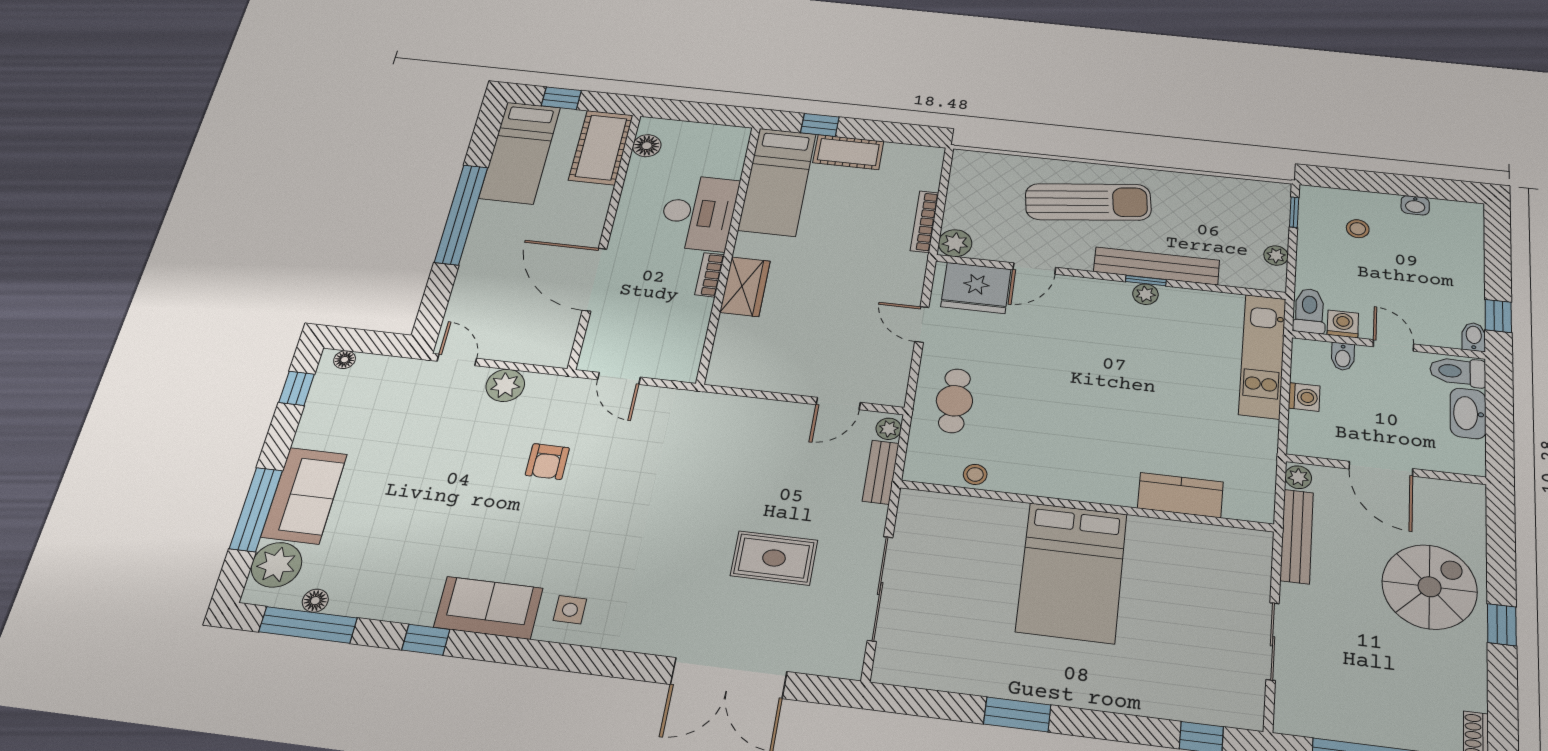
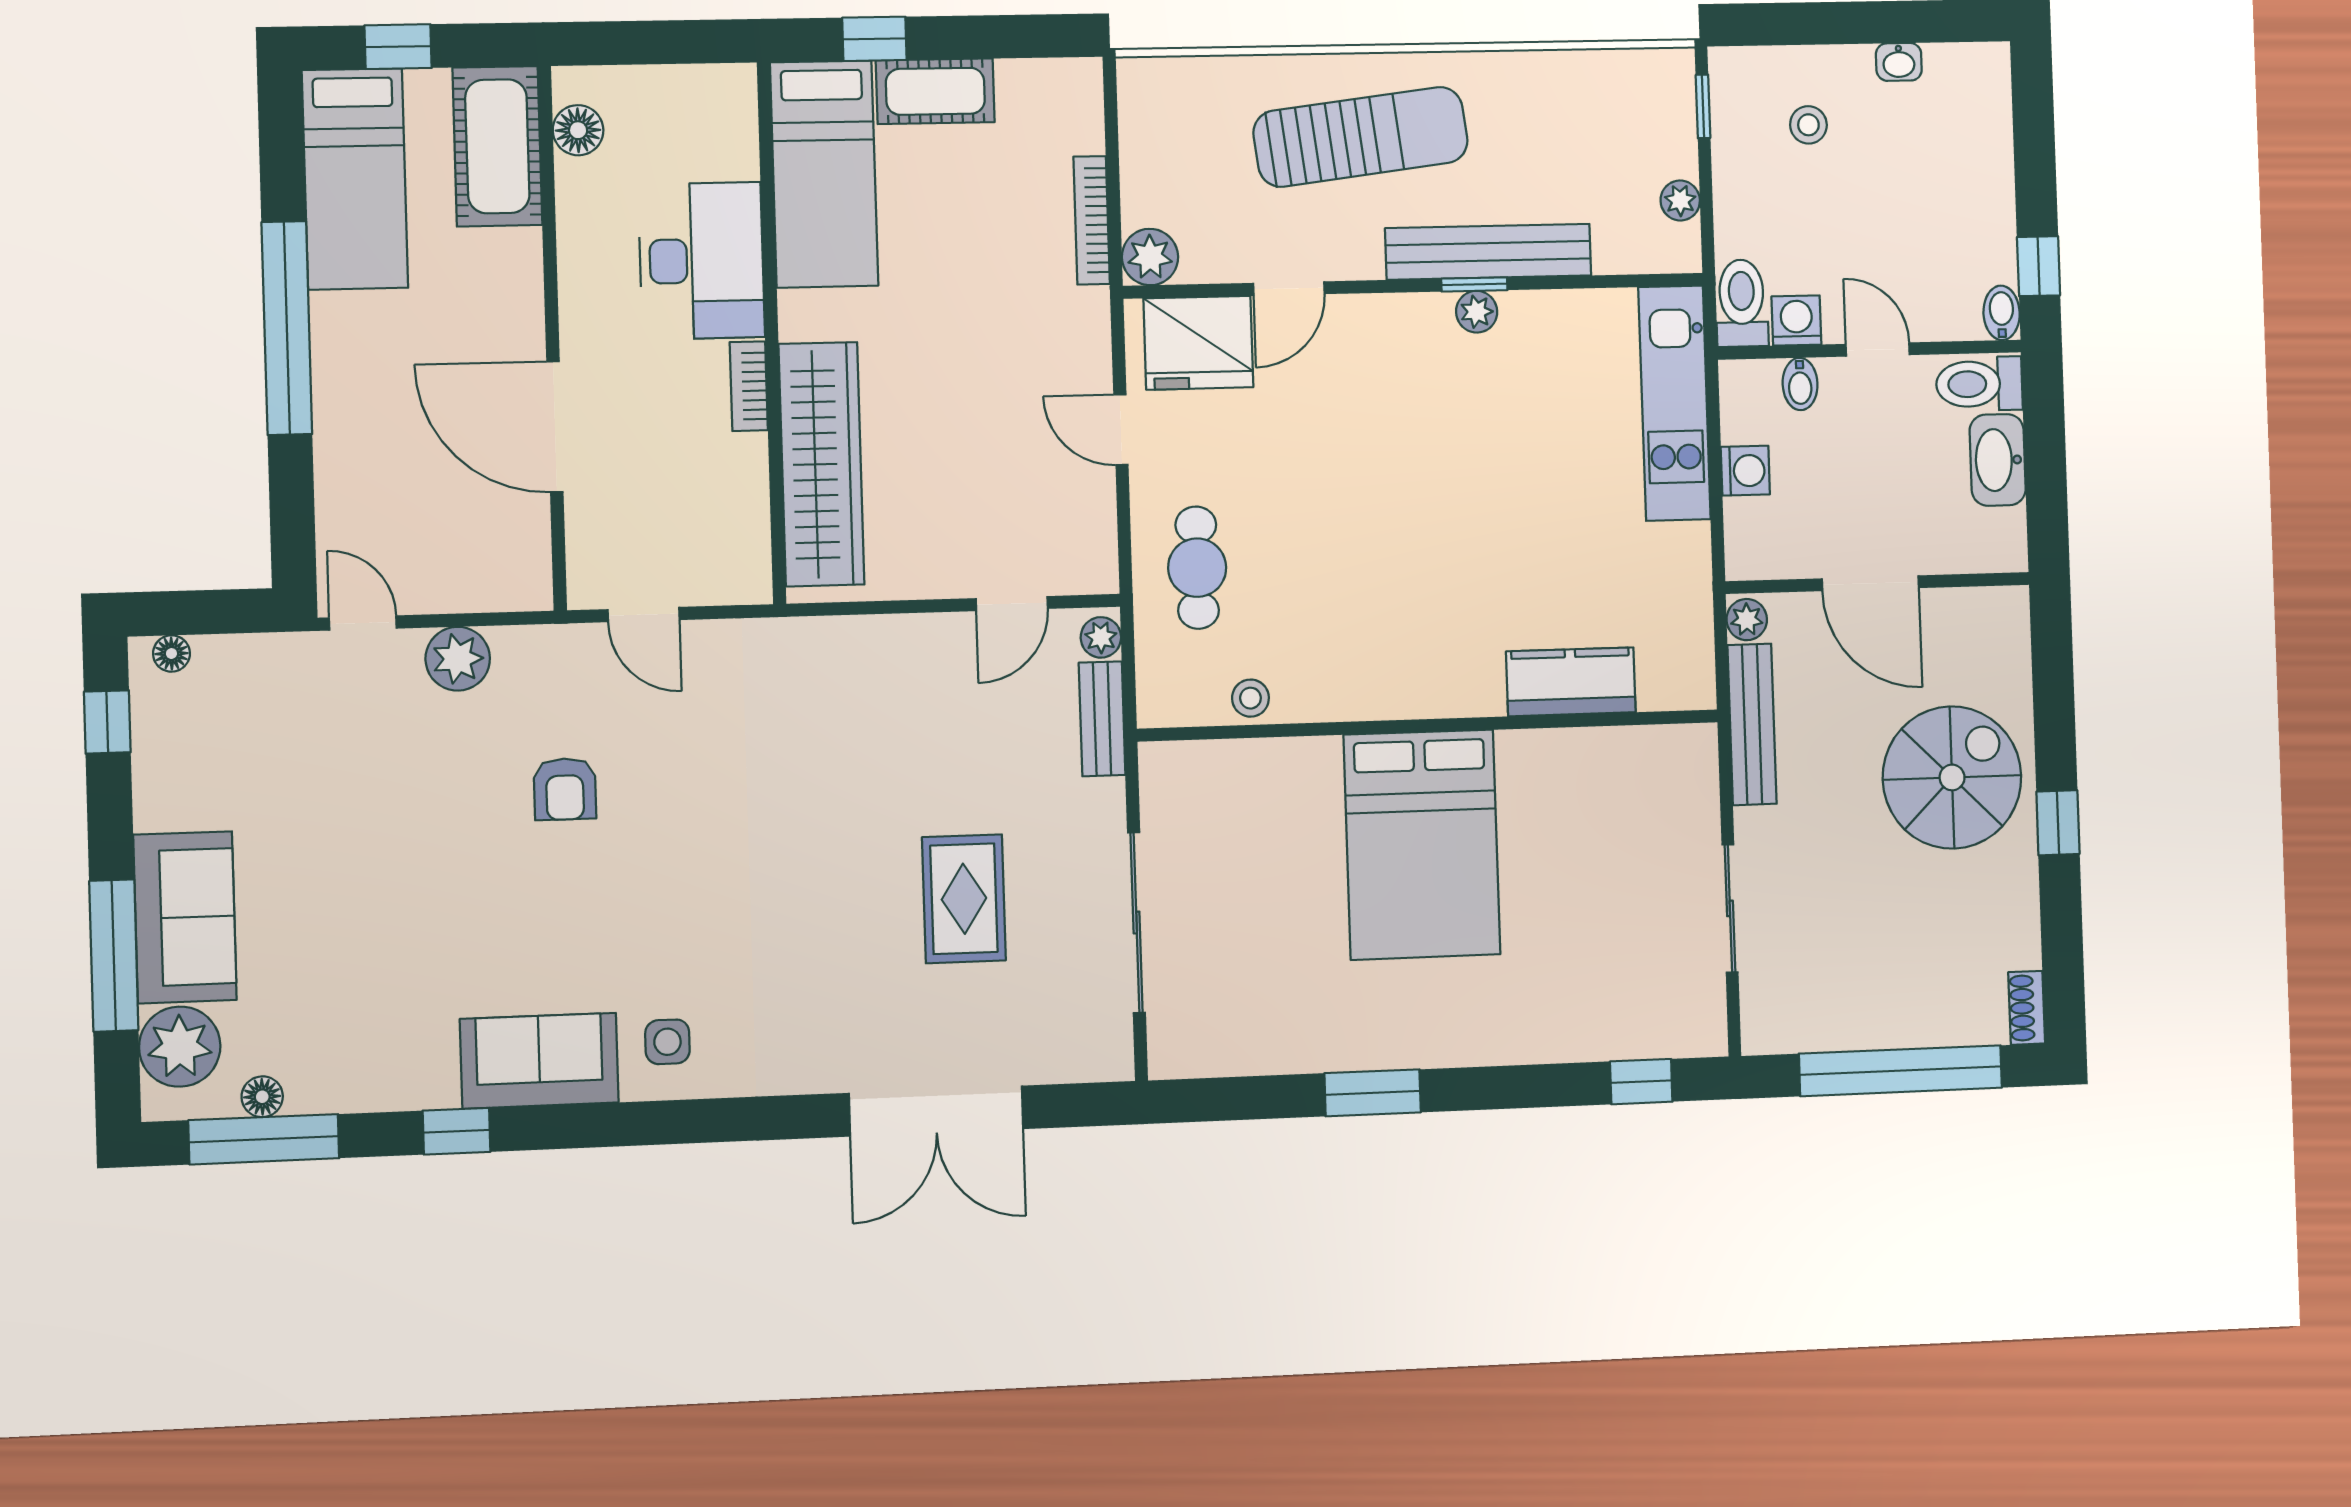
wardrobe: (745, 287) -> (821, 464), width x2.10, depth x1.17
rug: (774, 558) -> (964, 899), turned 90

